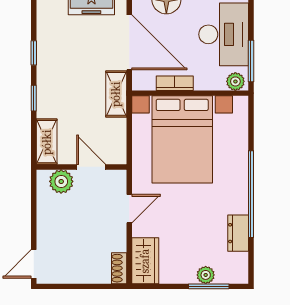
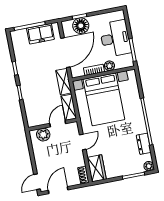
door: (129, 42) -> (65, 53), hinge flipped
plant: (235, 81) -> (109, 66), moved
shelving: (47, 142) -> (69, 107), moved
door: (91, 167) -> (58, 124), hinge flipped
plant: (206, 275) -> (149, 166), moved
door: (68, 286) -> (58, 190), added

